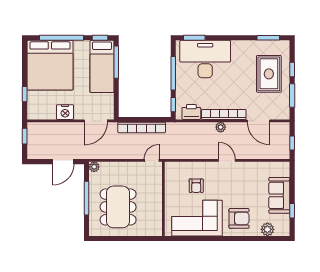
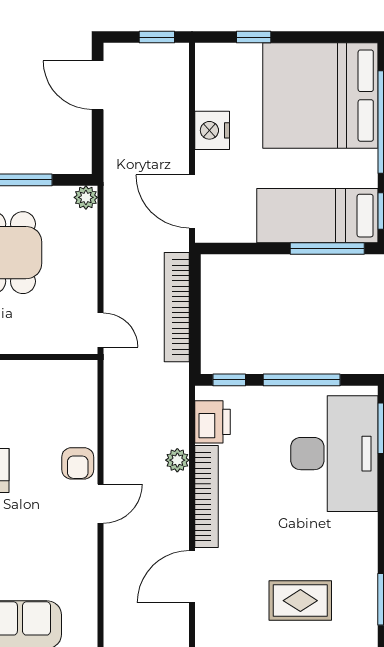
rug: (269, 74) -> (300, 601), width x0.73, depth x0.70
plant: (221, 127) -> (177, 460), moved
door: (63, 162) -> (98, 85), moved
armchair: (196, 186) -> (78, 463), moved, turned -90

